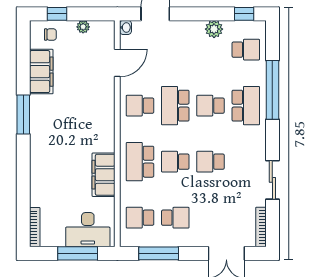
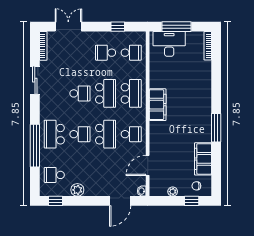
school desk: (175, 162) -> (106, 93), width x1.85
filing cabinet: (104, 175) -> (158, 105), moved
window: (159, 253) -> (118, 27), width x0.46

